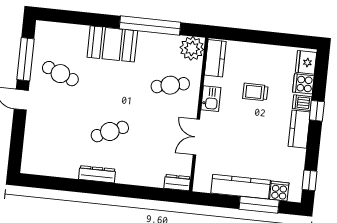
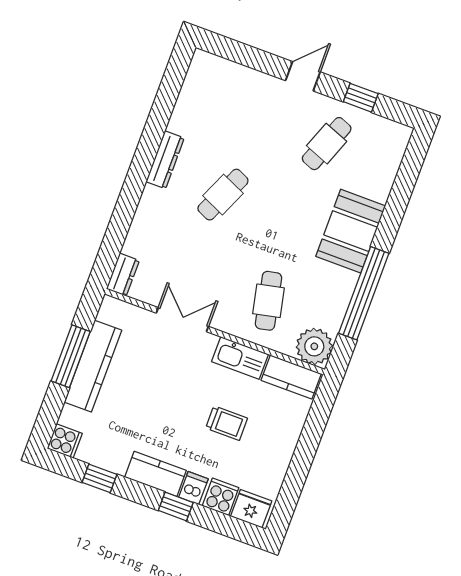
window: (25, 59) -> (361, 98), width x0.46
trolley: (255, 92) -> (227, 423), turned 90
kitchen sink: (211, 99) -> (240, 358), width x1.38
cafe table: (110, 132) -> (223, 195), turned 48
window: (310, 180) -> (100, 478), moved
cooker: (279, 191) -> (65, 441), moved
window: (259, 205) -> (71, 356), moved

